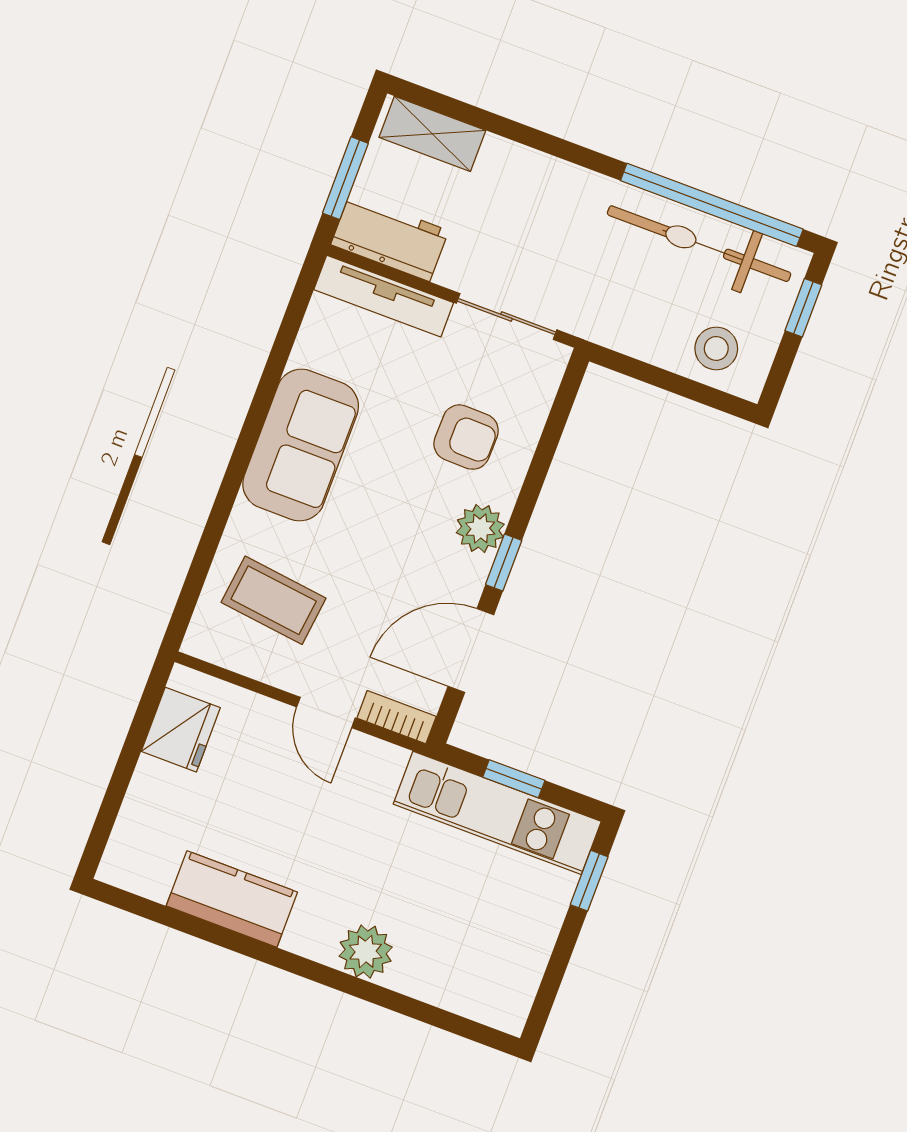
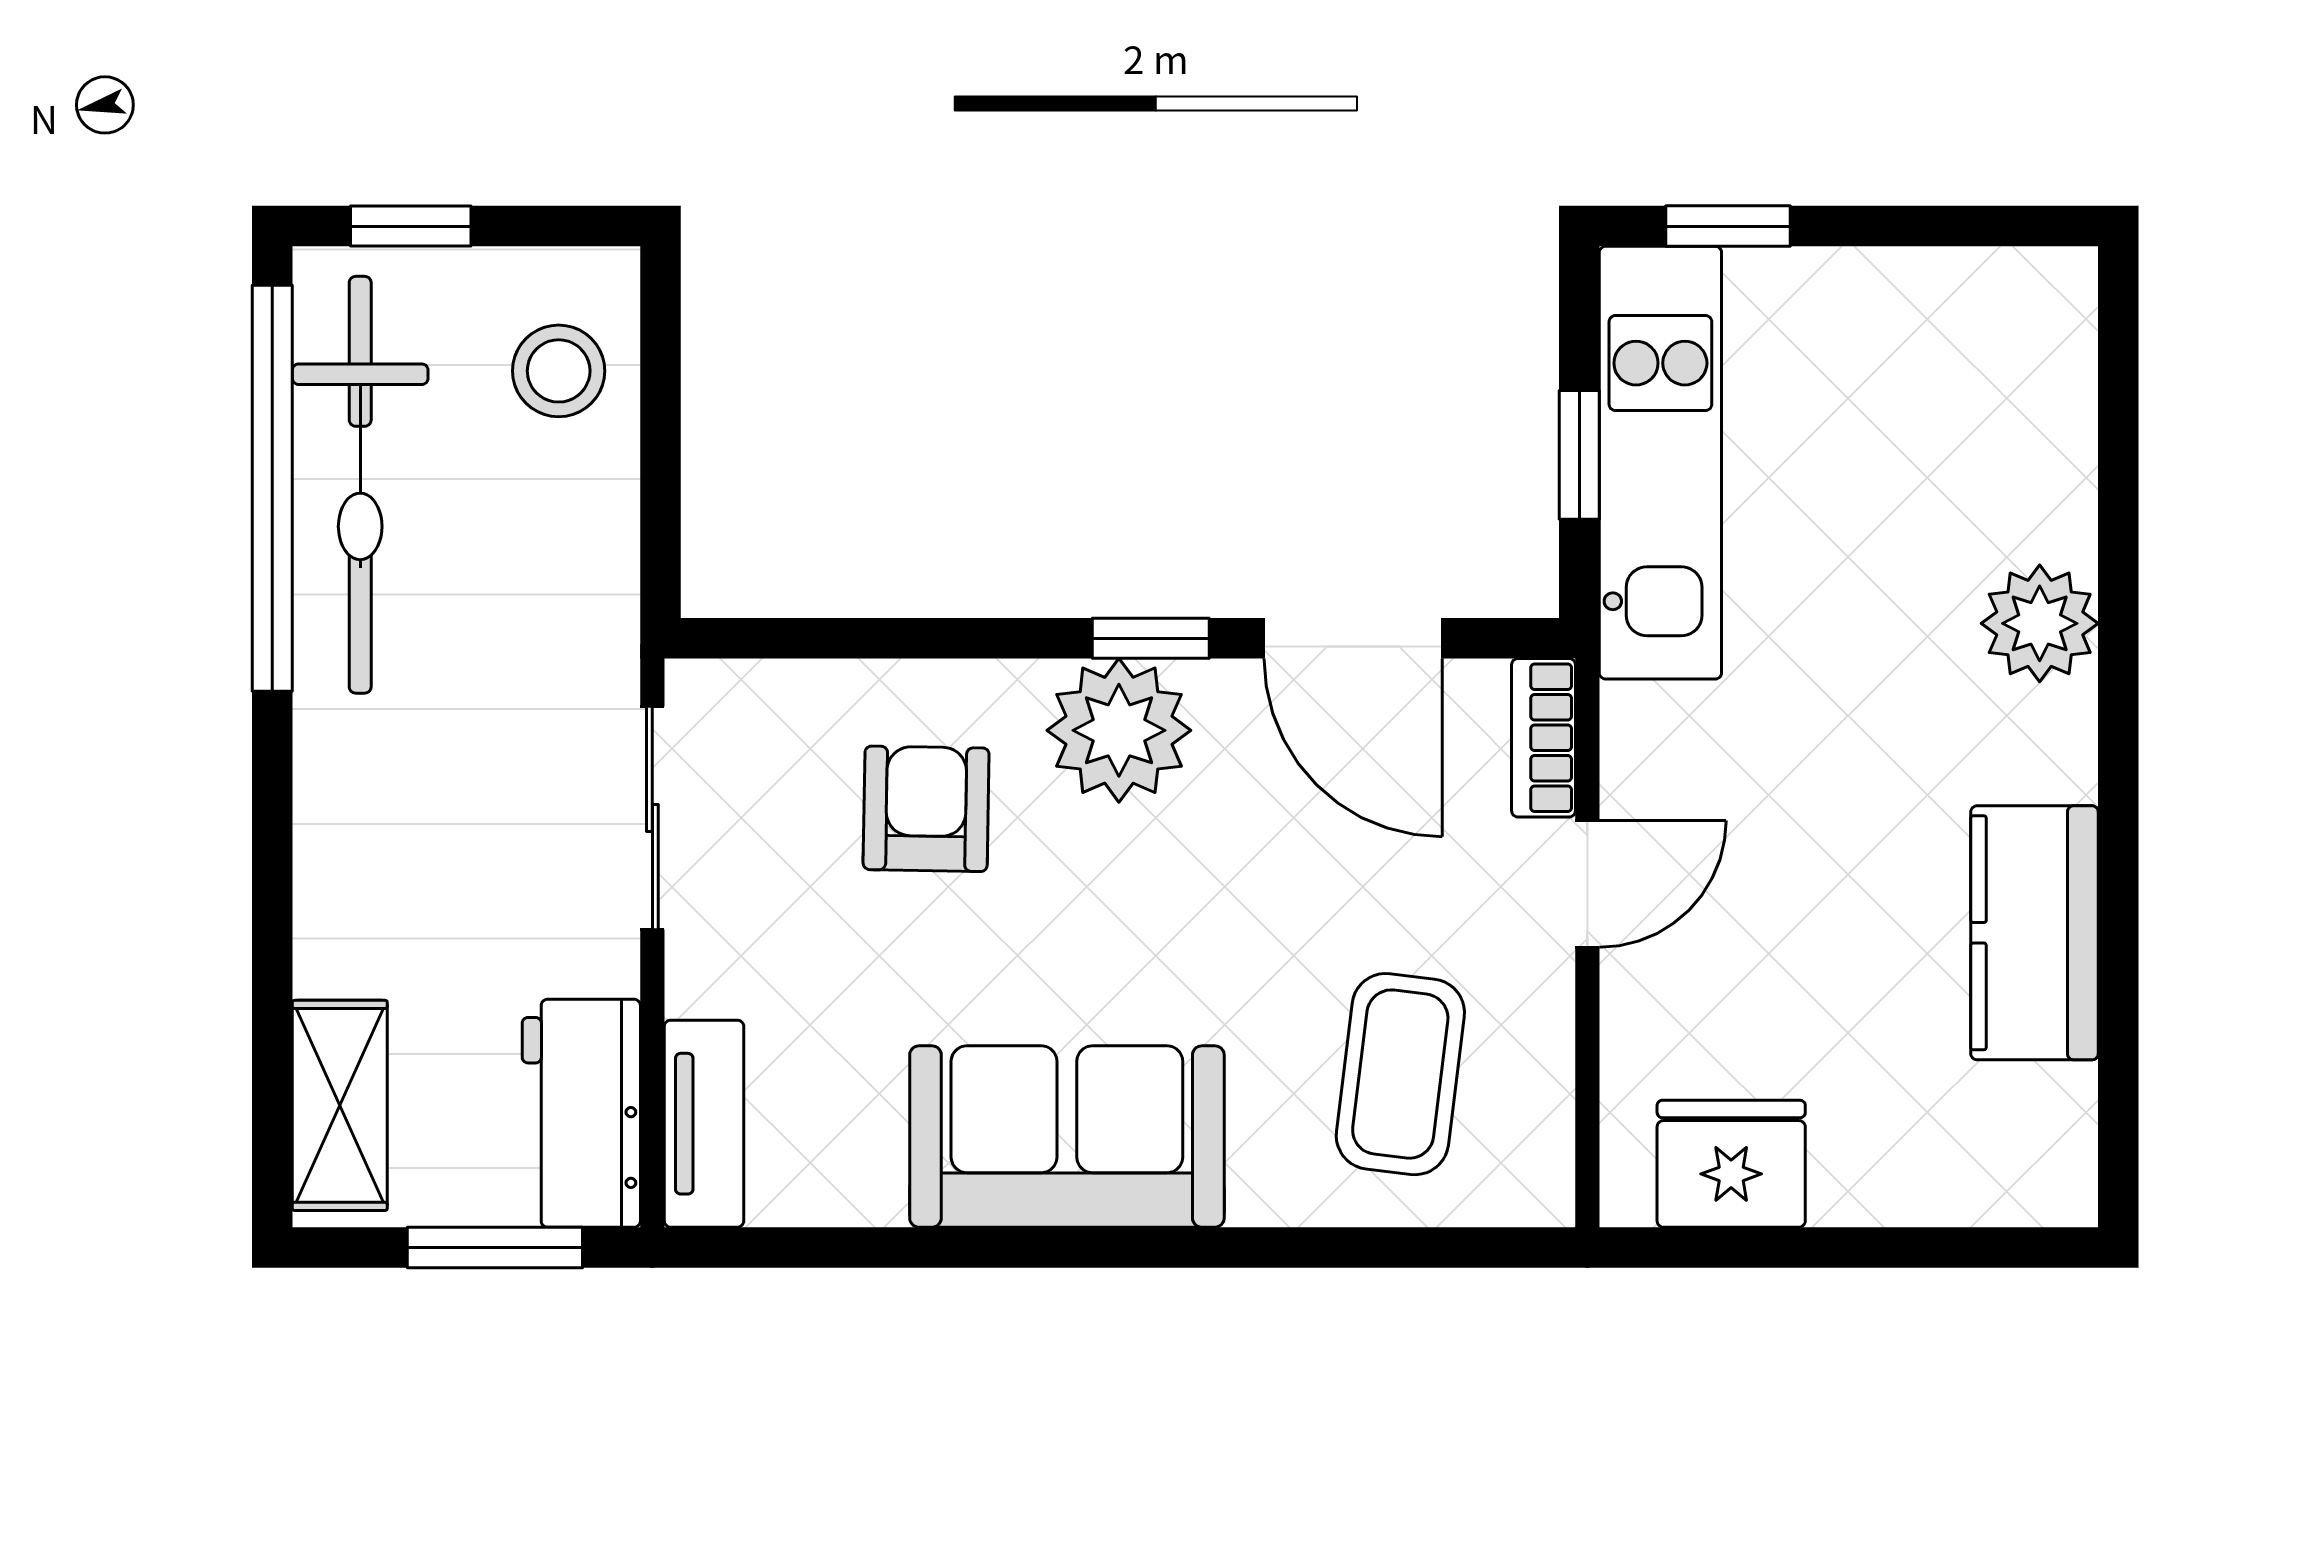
tv unit: (384, 296) -> (704, 1124), width x0.71
plant: (480, 529) -> (1119, 730), width x1.36, depth x1.36

